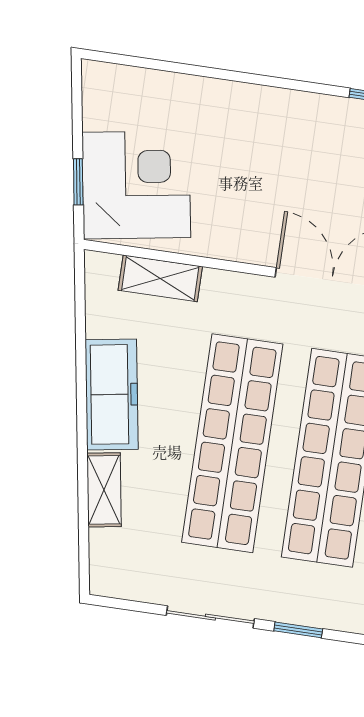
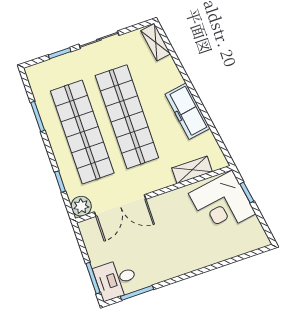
shelving: (104, 490) -> (156, 42), moved

